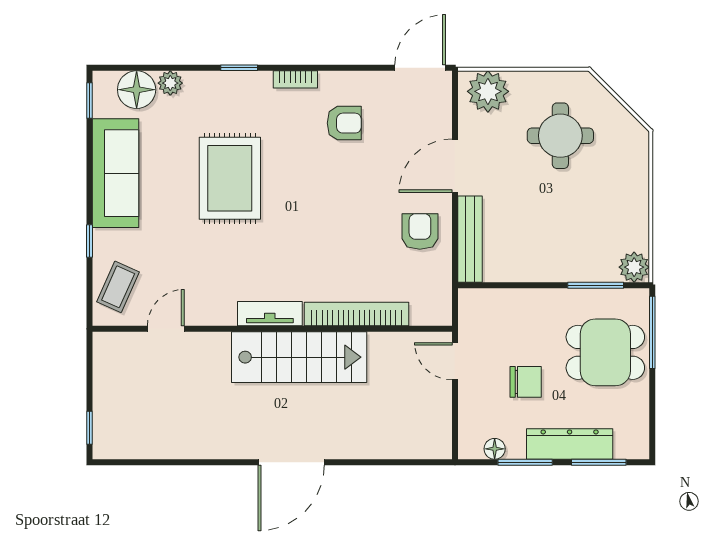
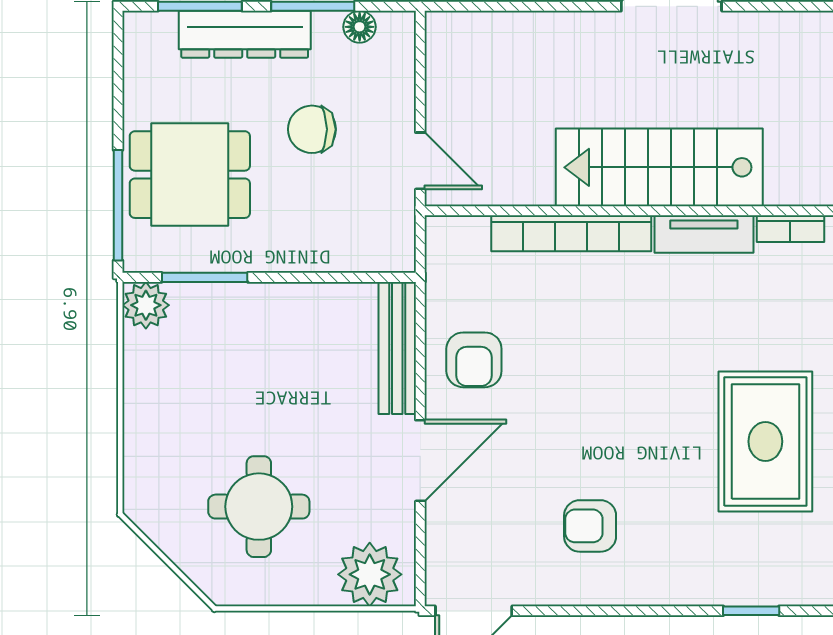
bookcase: (295, 79) -> (790, 229), moved, turned 180

